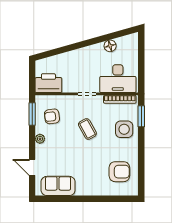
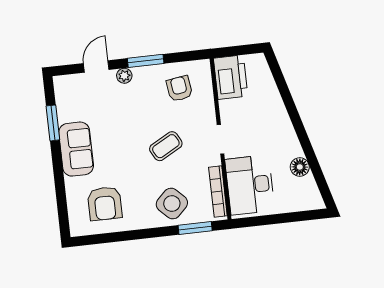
window: (32, 114) -> (146, 61), moved
side table: (124, 129) -> (172, 204), turned 45
plant: (40, 139) -> (124, 76), moved
sofa: (58, 186) -> (76, 149), moved
window: (65, 199) -> (53, 123), added

